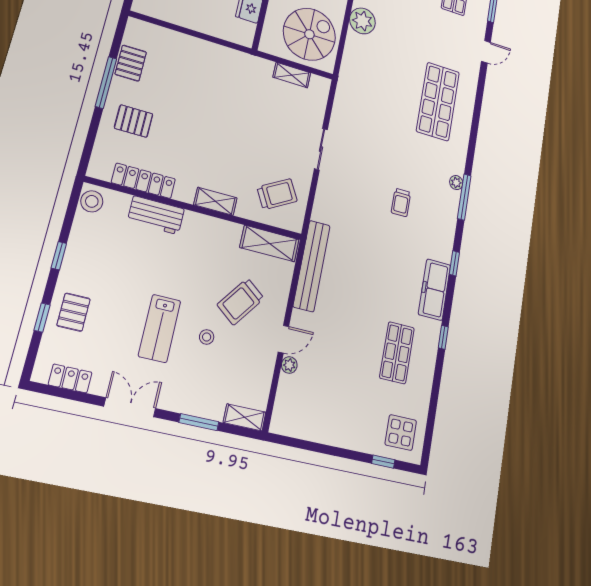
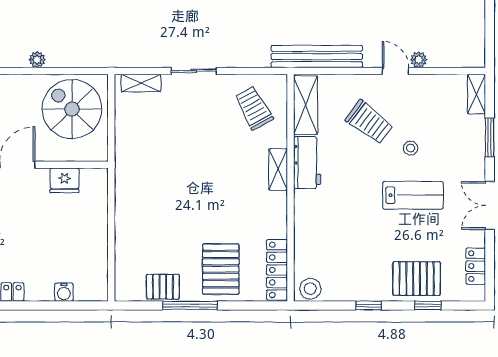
plant: (362, 21) -> (37, 60), width x0.53, depth x0.53
shelving: (292, 75) -> (141, 83), moved, turned 90
pallet: (134, 121) -> (221, 269), width x1.50, depth x1.42
locker: (144, 181) -> (277, 270), moved
workbench: (156, 215) -> (307, 163), moved
pallet: (74, 312) -> (417, 279), width x1.50, depth x1.42

